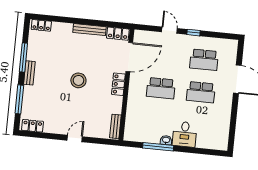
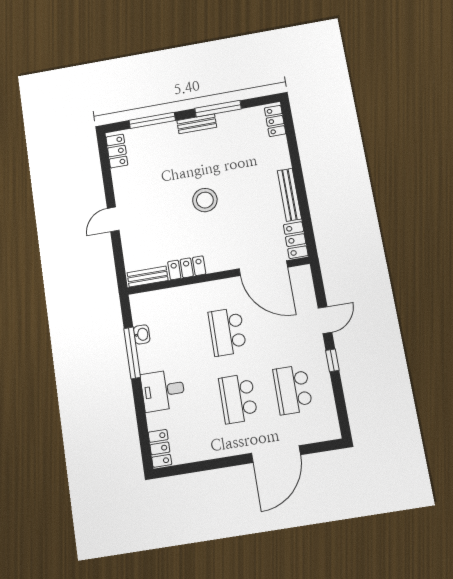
locker: (118, 84) -> (187, 268), moved
door: (75, 138) -> (113, 219), swing flipped
washbasin: (166, 140) -> (142, 334), moved
locker: (217, 144) -> (160, 448), added

